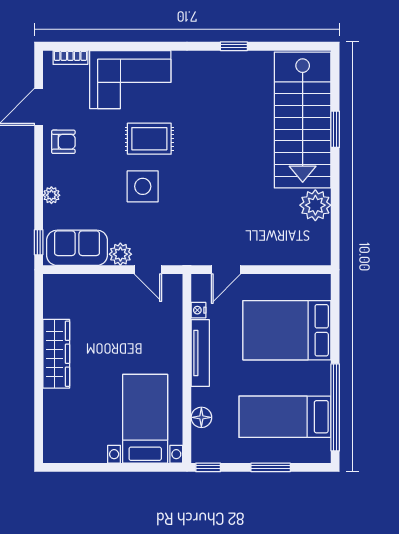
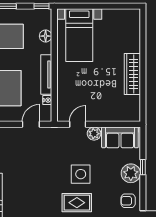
plant: (51, 195) -> (131, 173), width x1.87, depth x1.87
window: (39, 242) -> (143, 167), moved
door: (148, 270) -> (78, 124), hinge flipped

